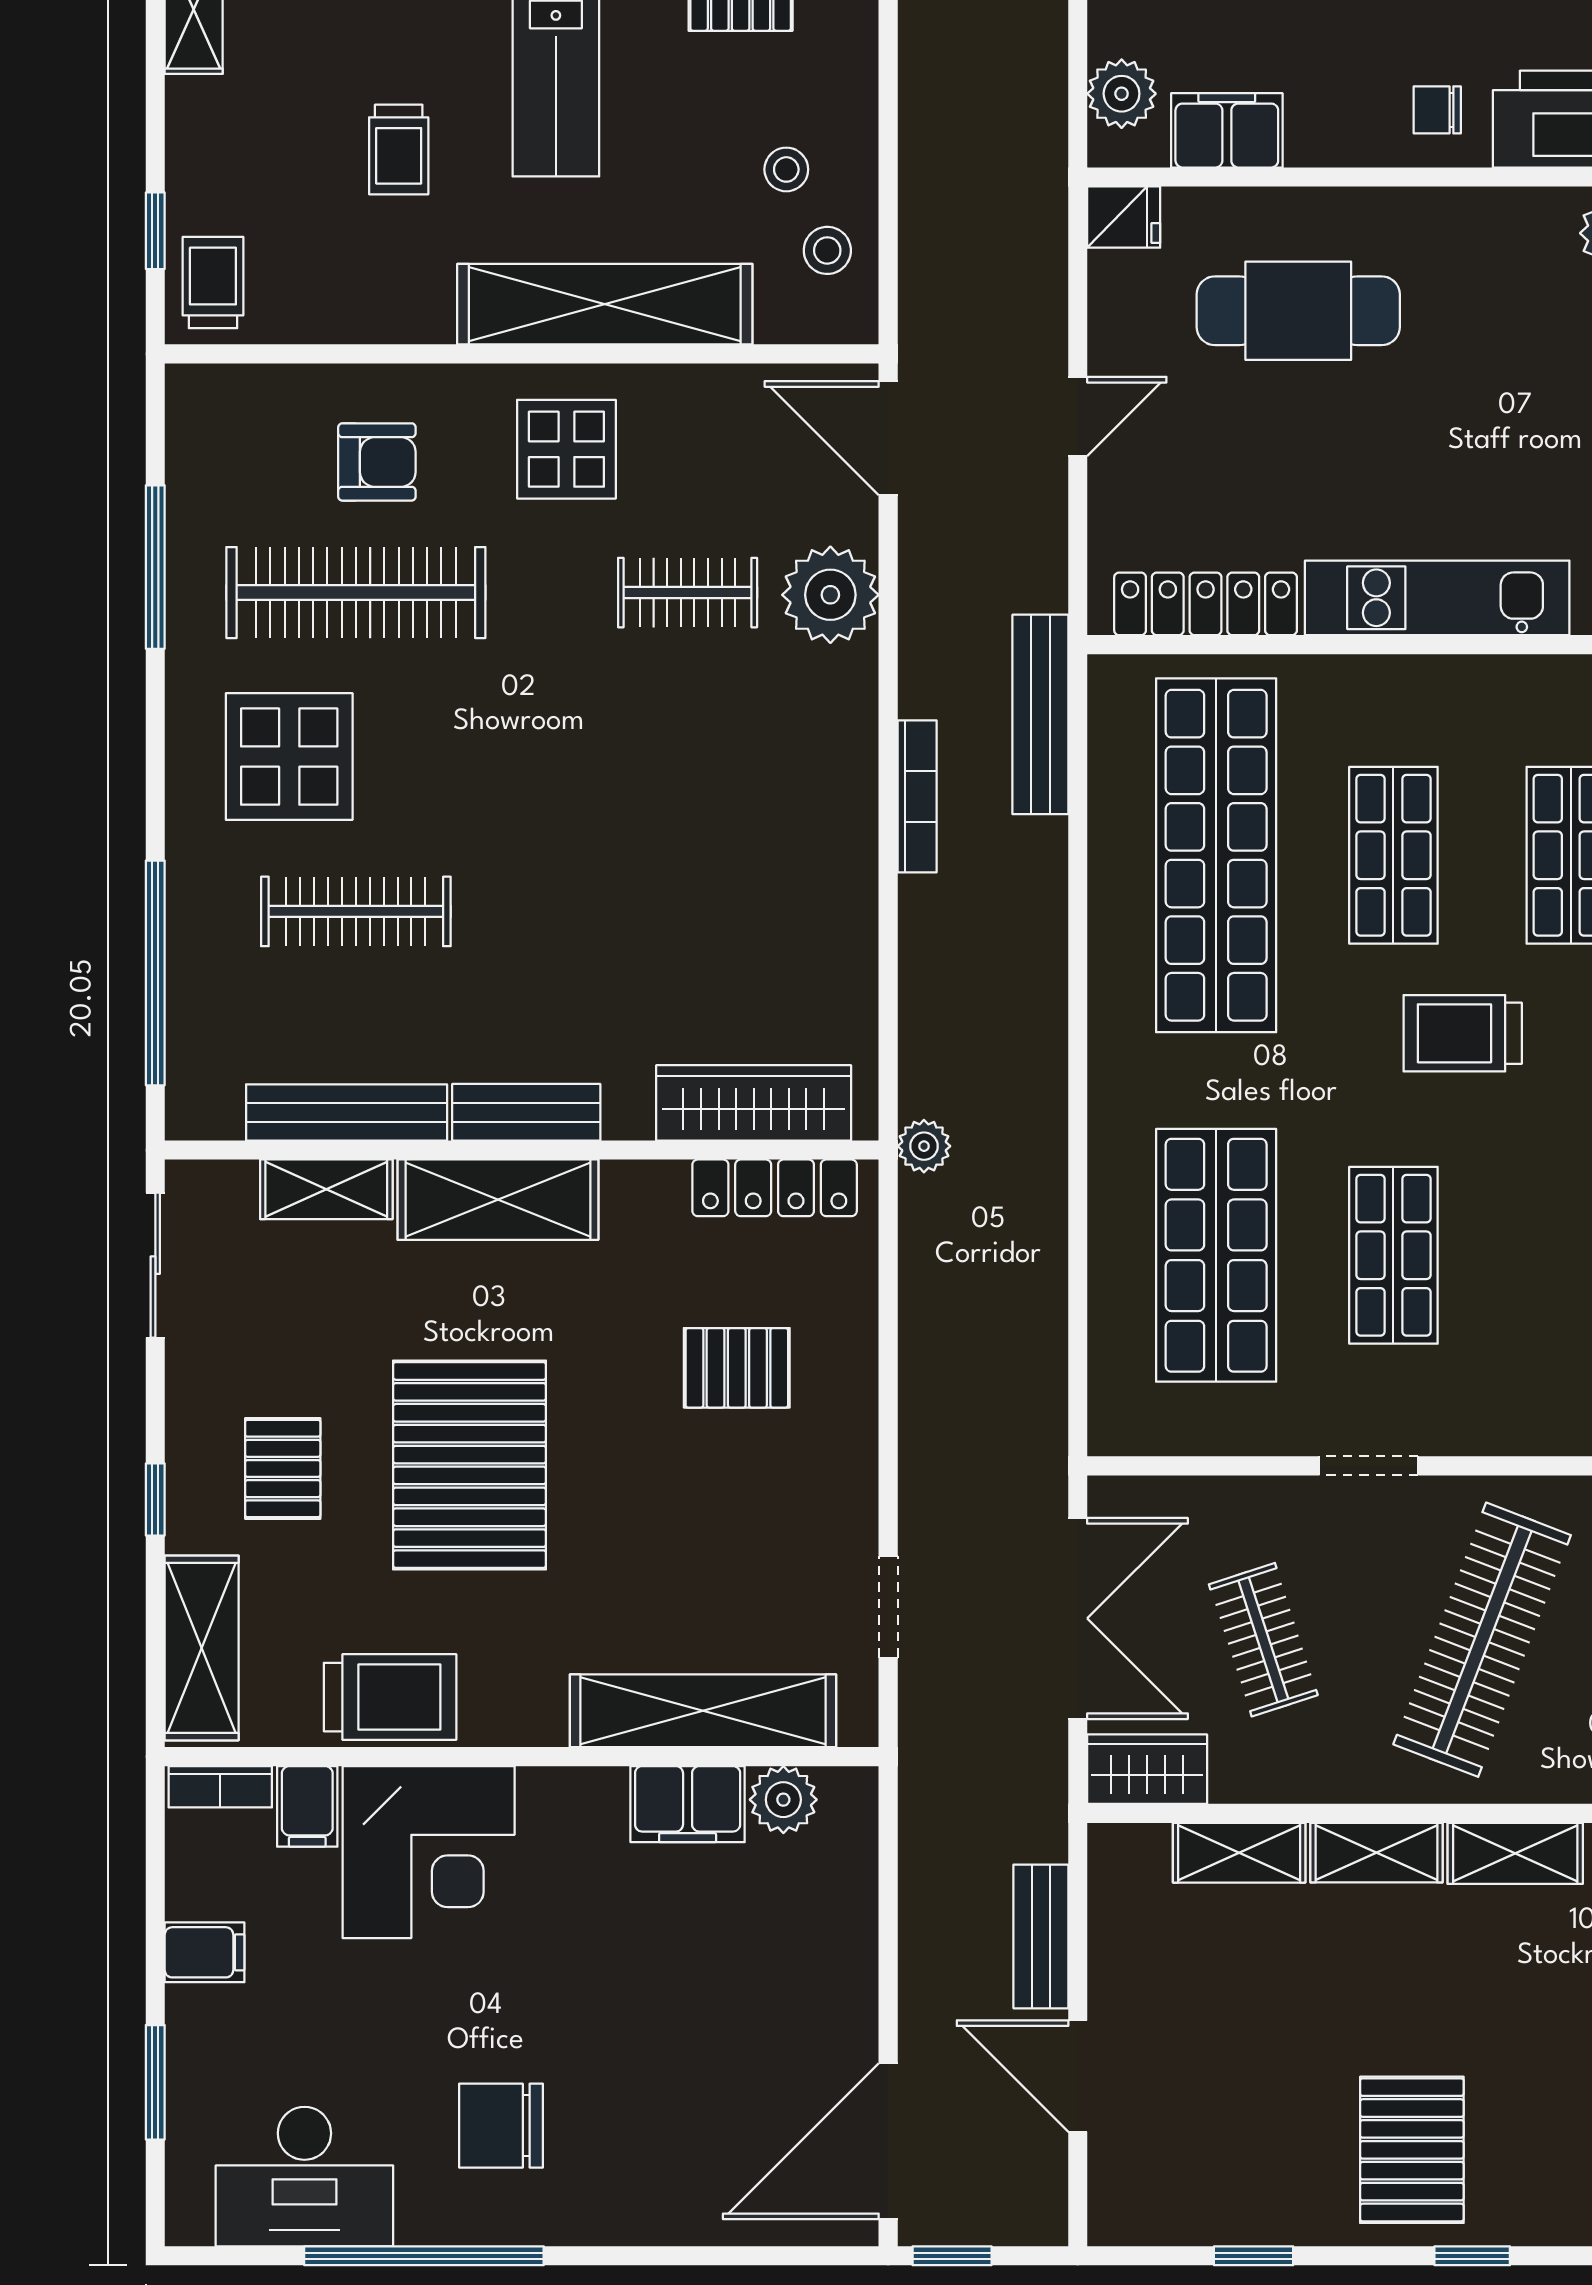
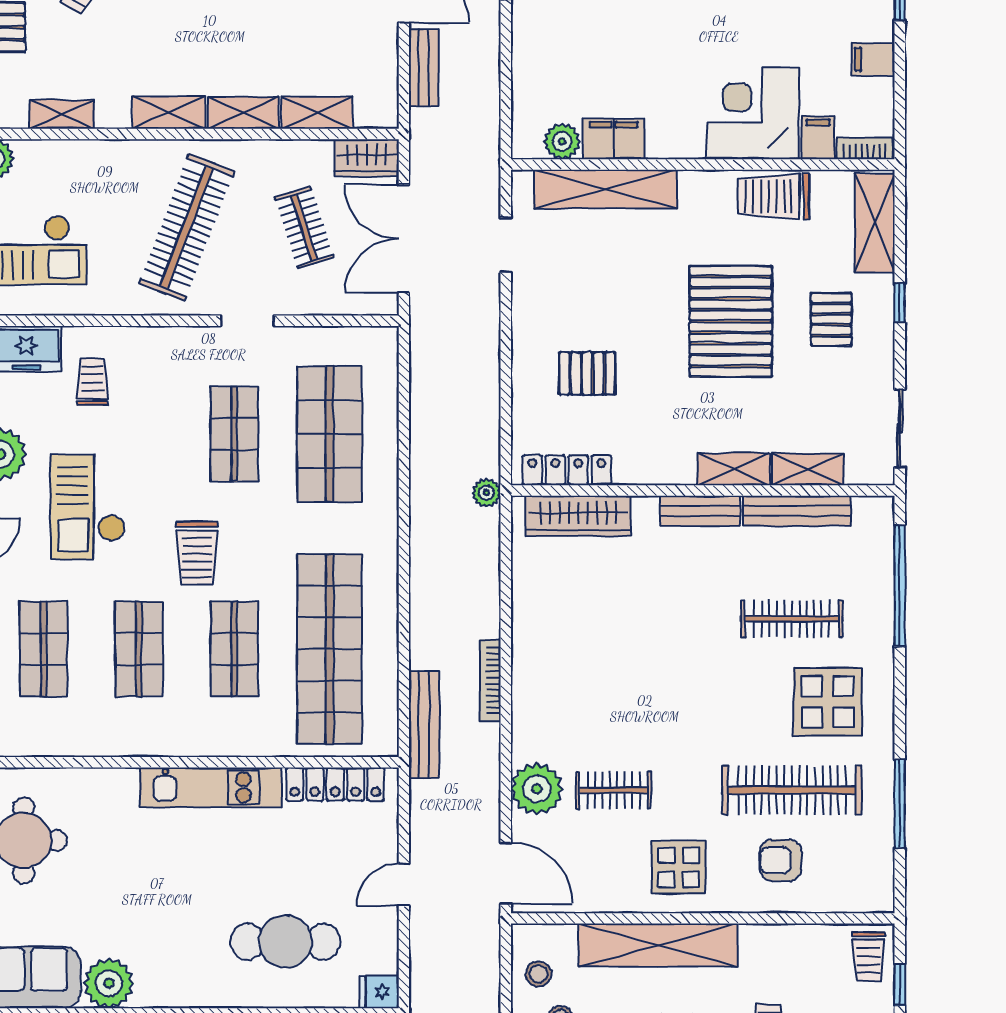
trolley: (1463, 1033) -> (197, 553), turned 90
shelving: (498, 1200) -> (733, 469), width x0.67, depth x0.75

